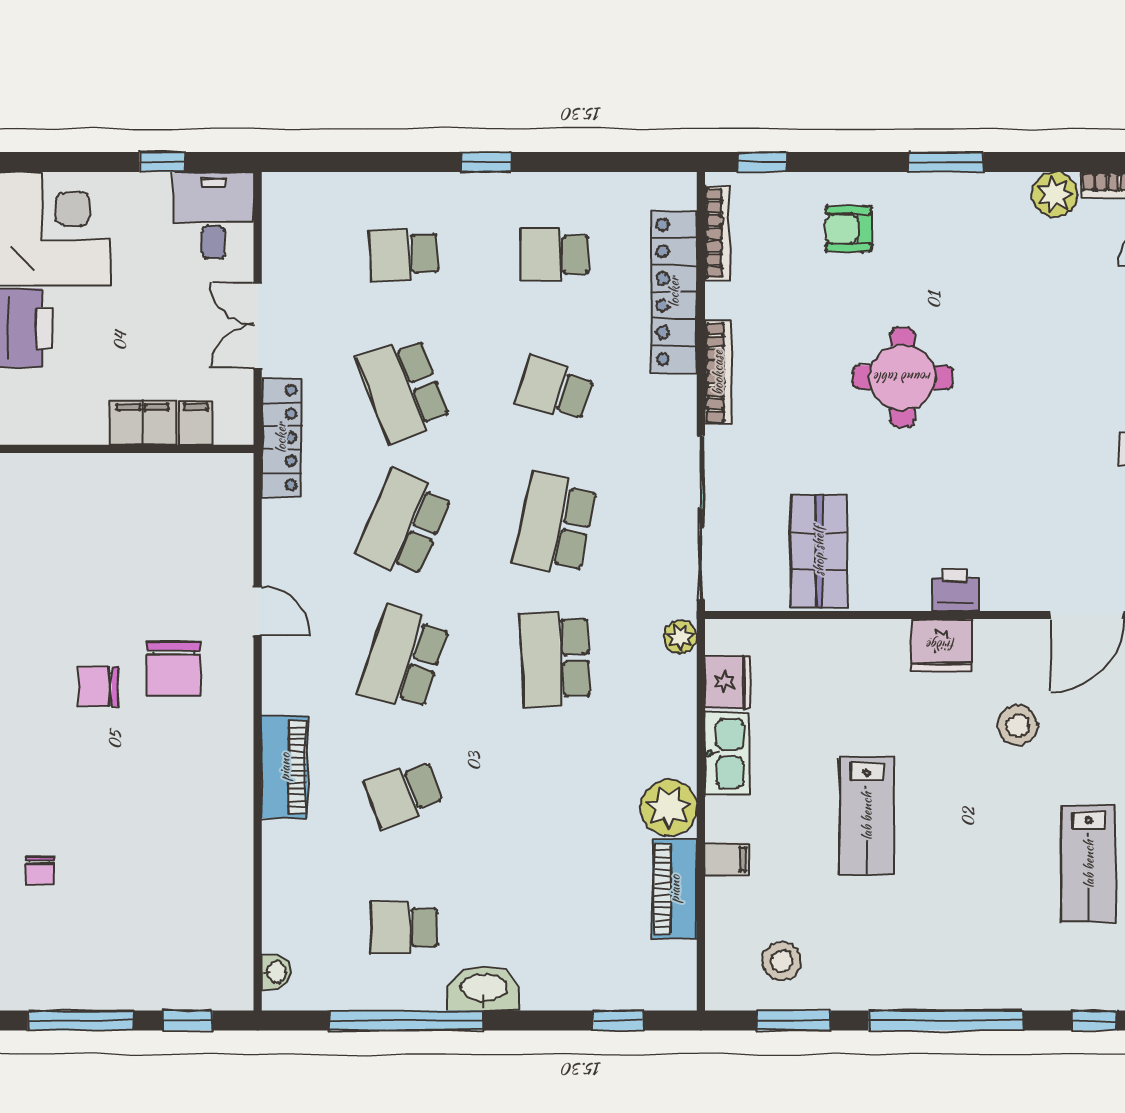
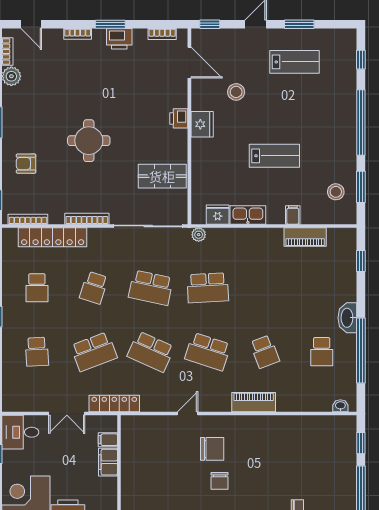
armchair: (848, 229) -> (26, 164), turned 90
plant: (669, 808) -> (271, 240), removed

